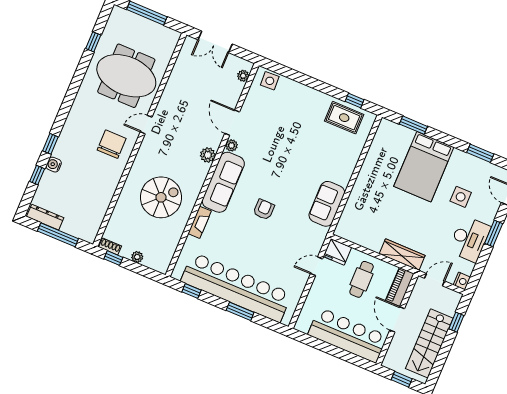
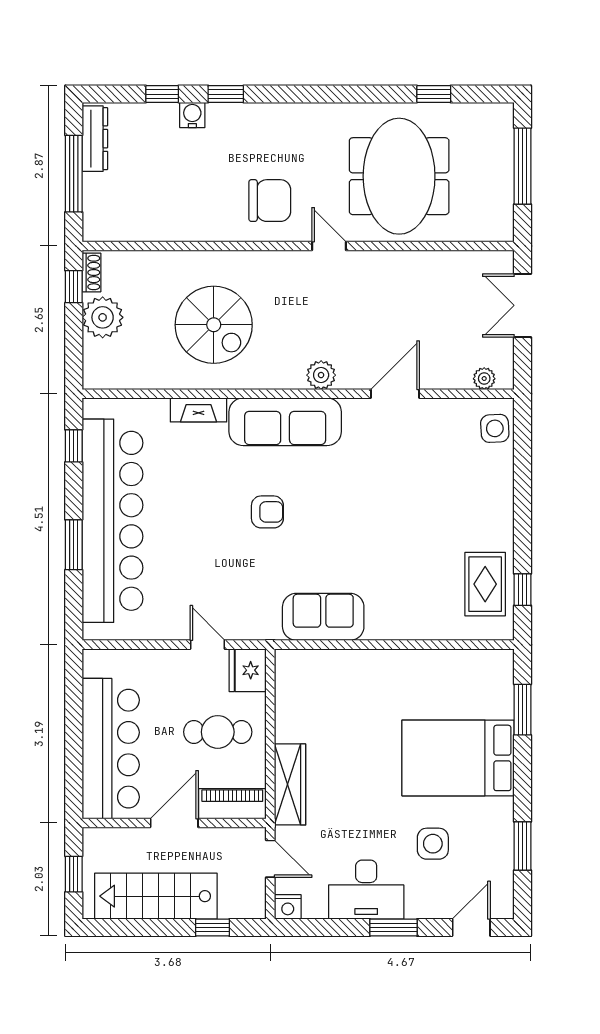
plant: (232, 145) -> (355, 409), removed
plant: (137, 257) -> (103, 317), width x1.88, depth x1.88

